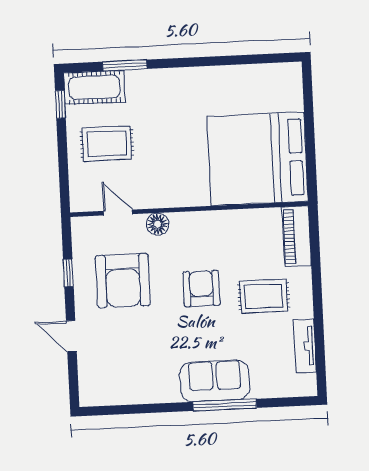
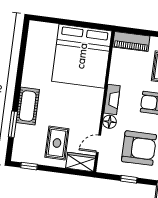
cot: (94, 87) -> (28, 106), moved
wardrobe: (83, 188) -> (81, 162), added
fireplace: (195, 222) -> (112, 99), added

